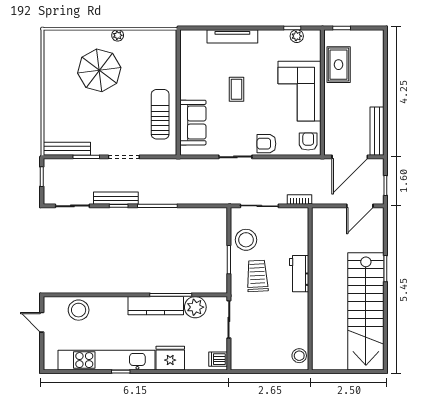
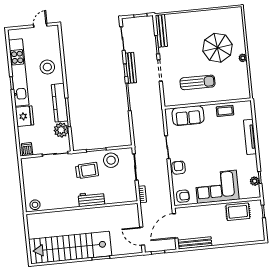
coffee table: (236, 89) -> (225, 111), moved
sun lounger: (160, 114) -> (198, 82), moved
door: (350, 157) -> (175, 226), hinge flipped
stool: (79, 310) -> (47, 67), moved

